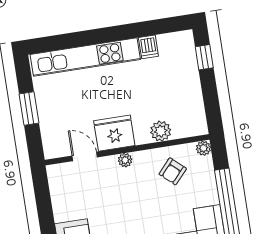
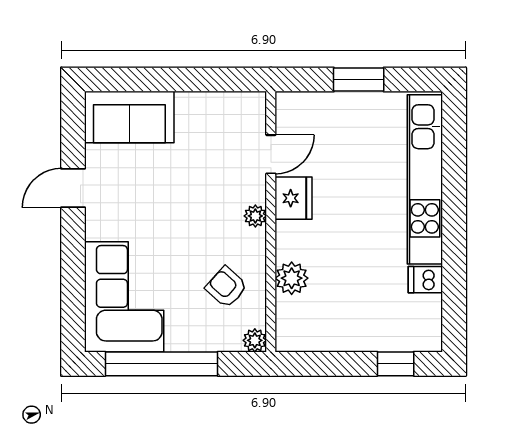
fridge: (114, 133) -> (294, 198), width x0.73, depth x0.75

